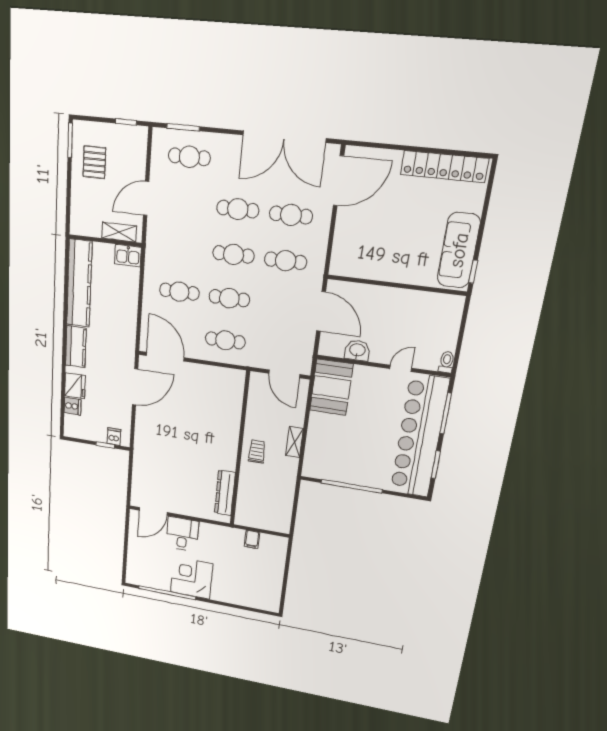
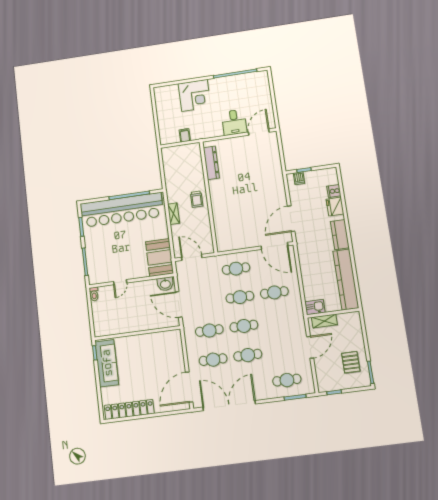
washbasin: (357, 350) -> (165, 284), moved
bar counter: (419, 436) -> (122, 210), moved, turned 90
corner desk: (191, 578) -> (194, 95), moved

